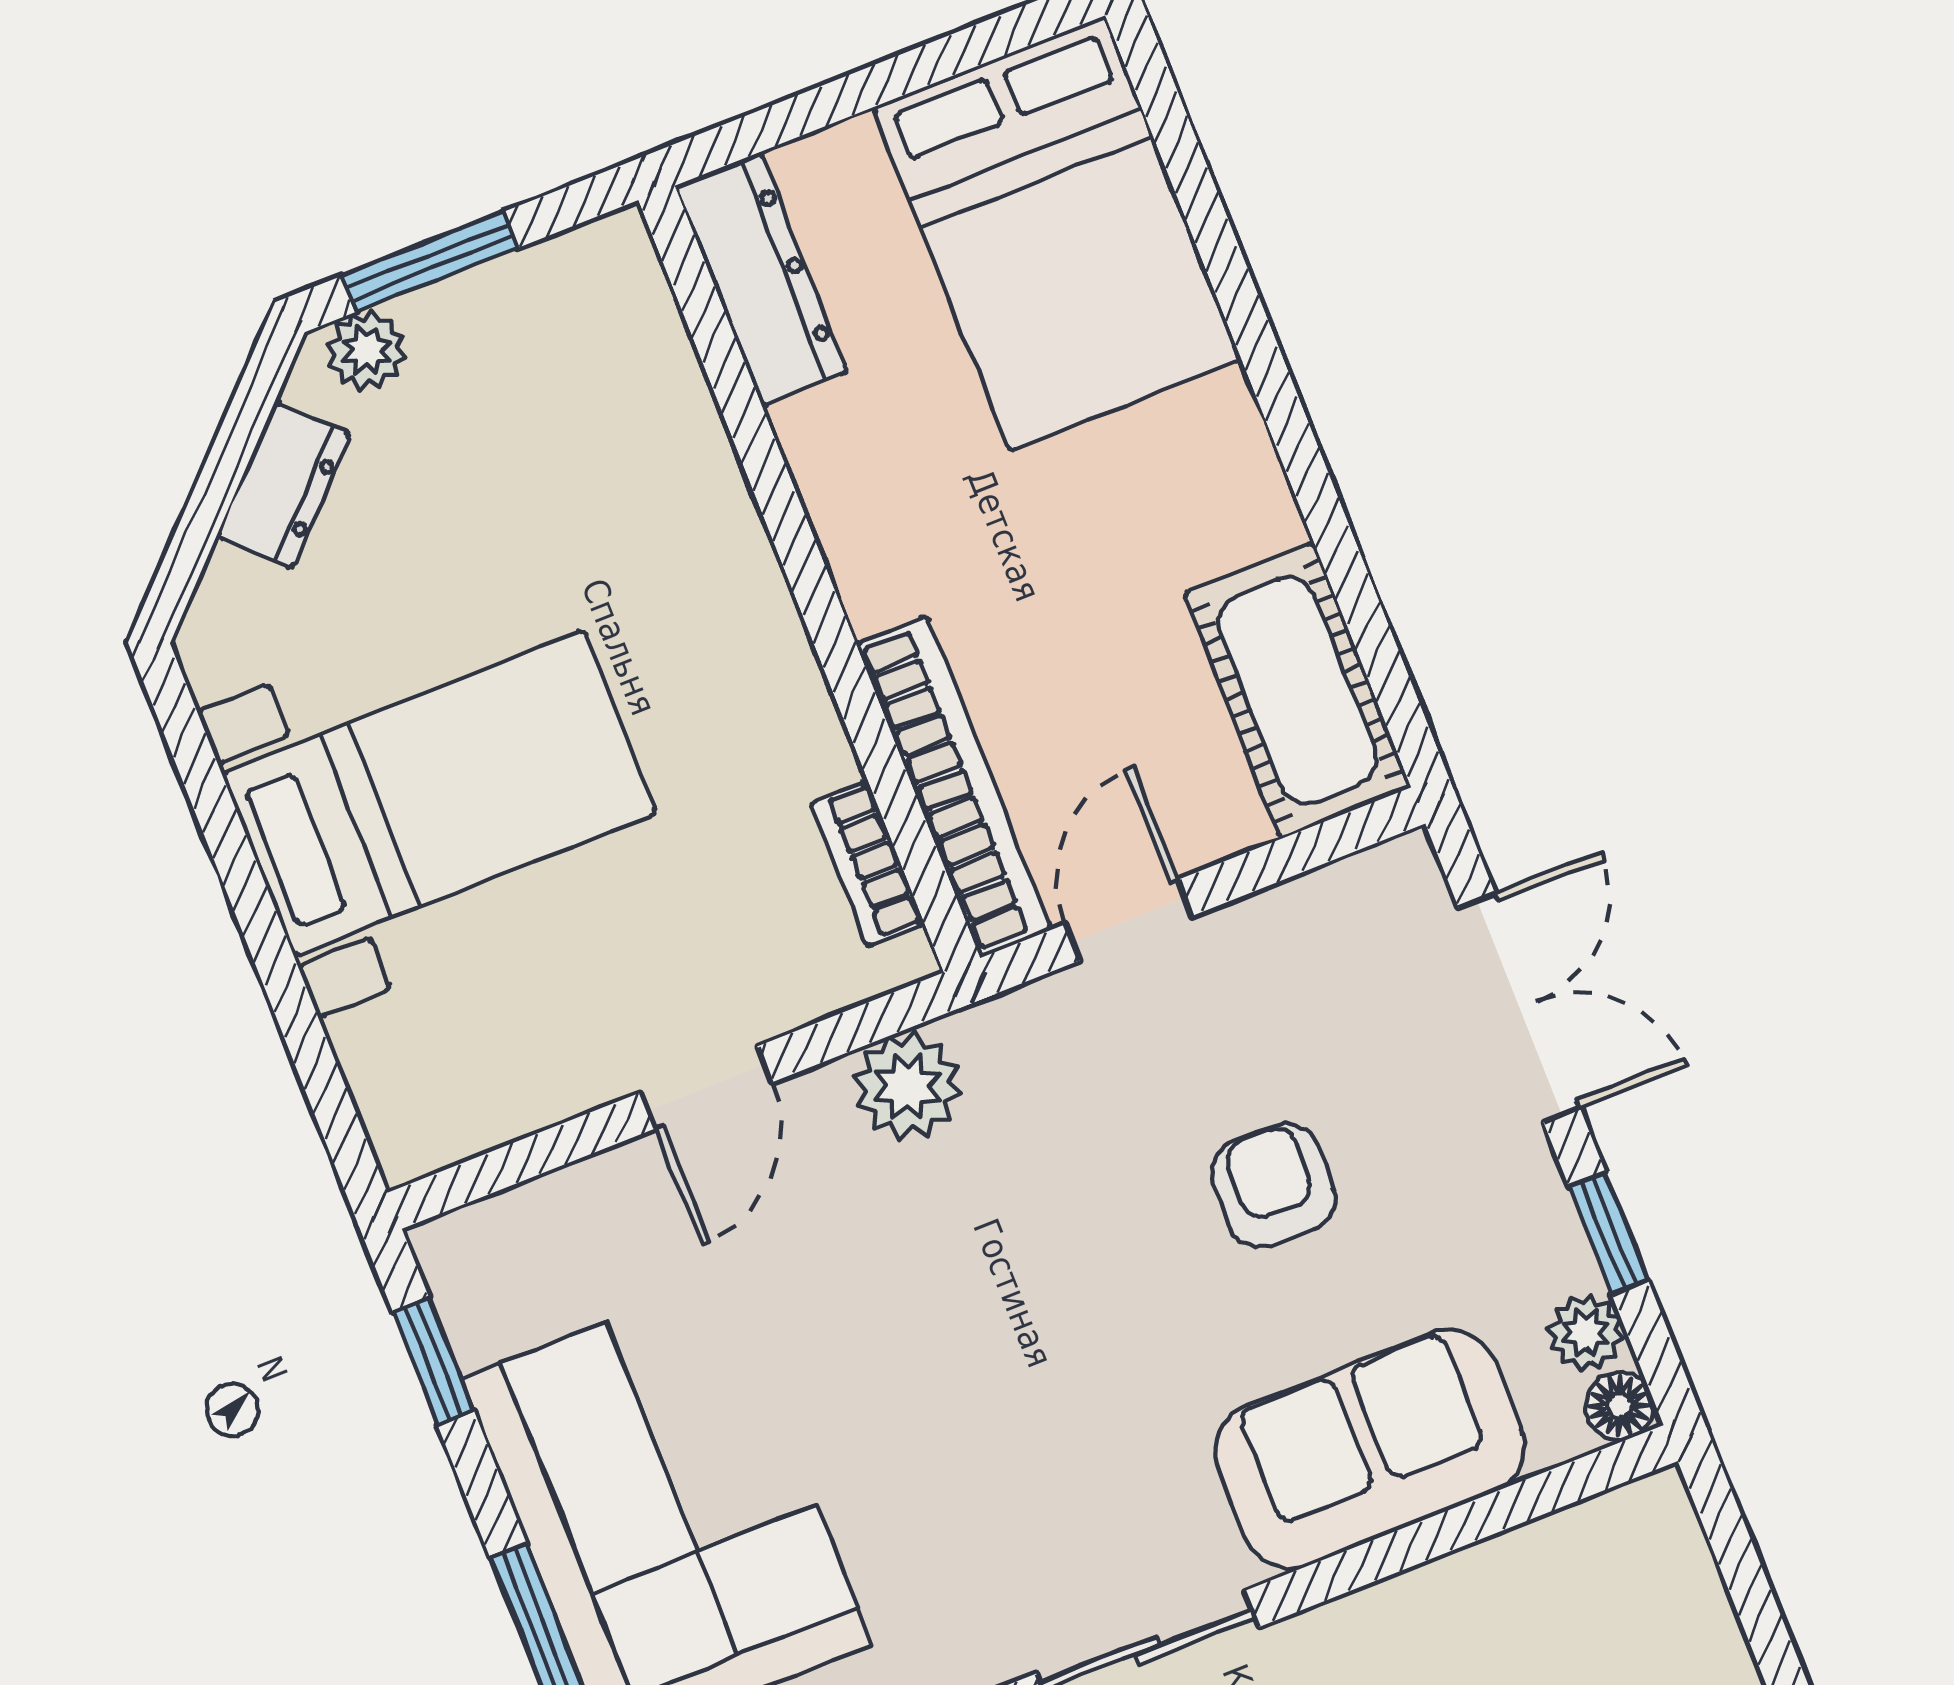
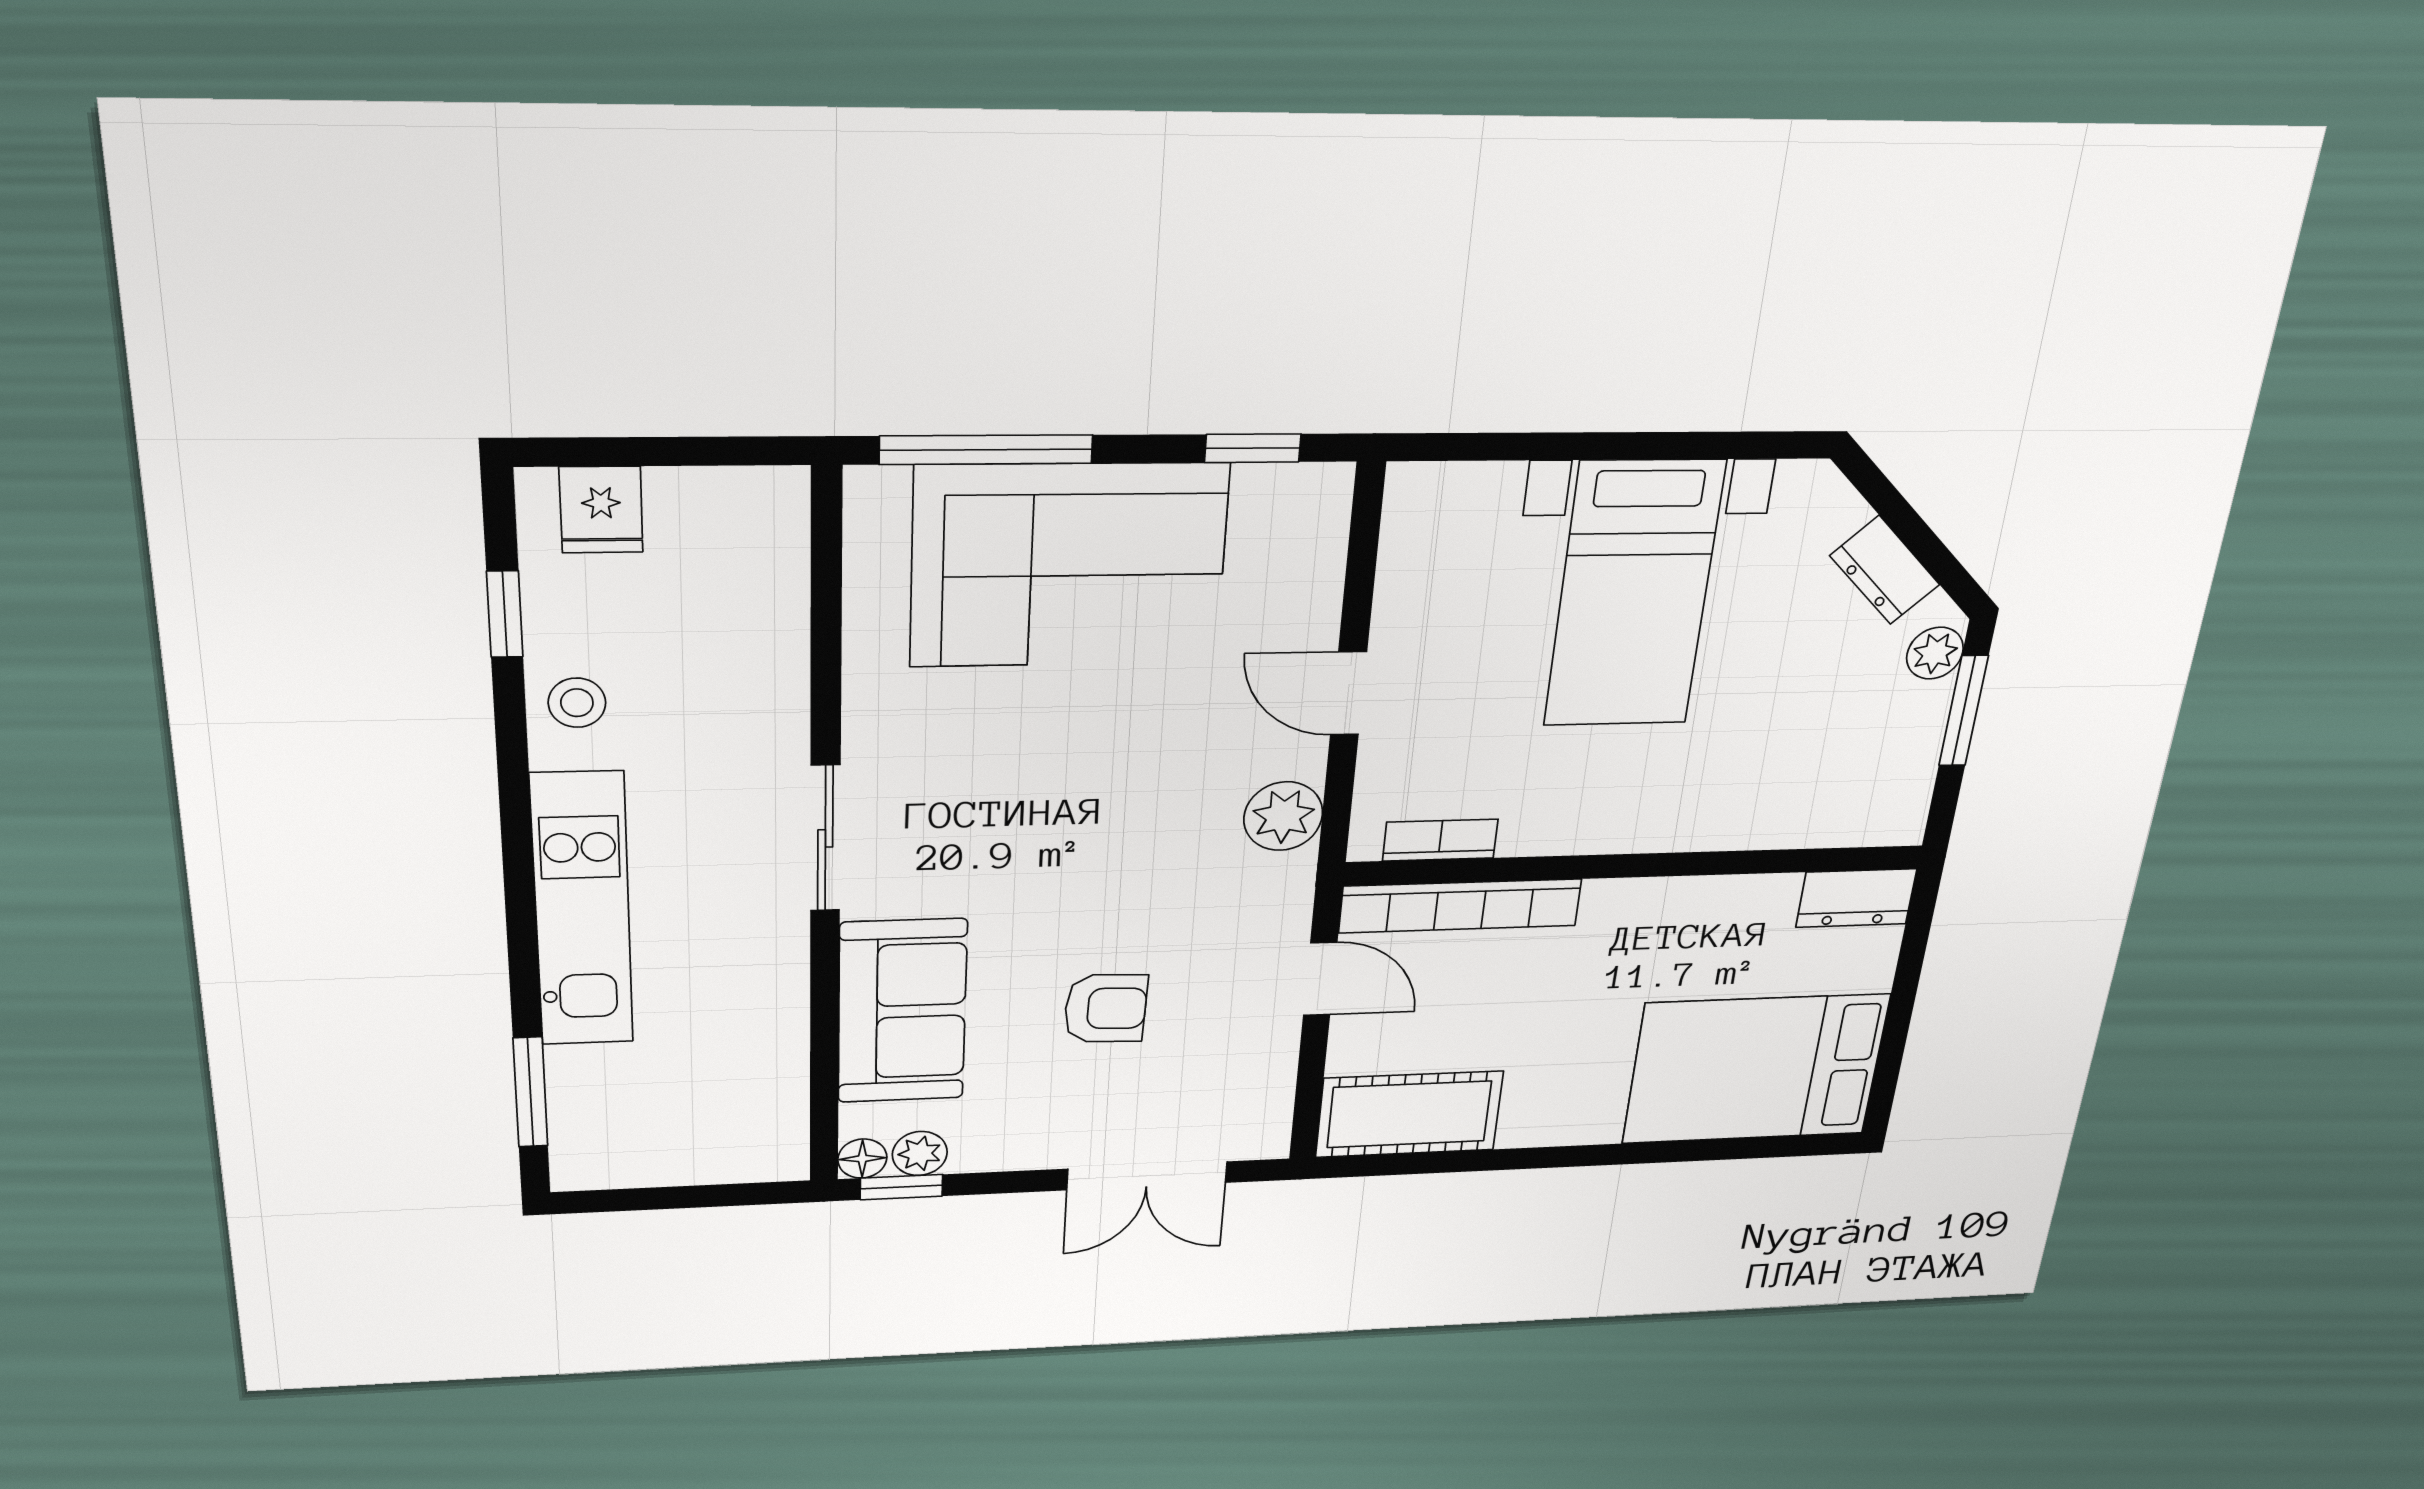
dresser: (761, 279) -> (1856, 898), width x0.70
window: (1609, 1234) -> (901, 1187), moved

